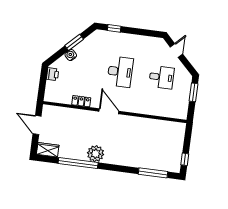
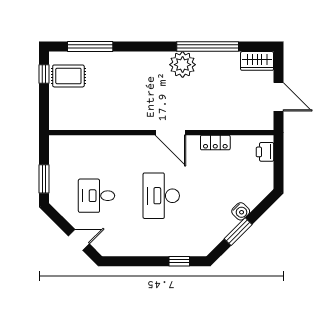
door: (176, 50) -> (79, 240), swing flipped
printer: (53, 74) -> (265, 152), moved
rug: (169, 156) -> (68, 76), added

